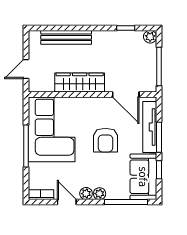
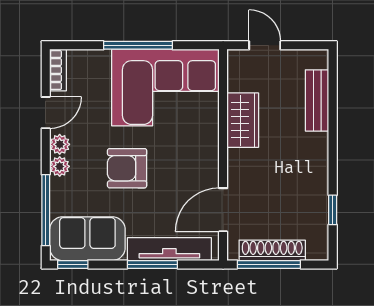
bench: (66, 37) -> (317, 100), width x0.73
plant: (150, 37) -> (318, 250), removed
shoe rack: (150, 65) -> (272, 250), added
wardrobe: (80, 82) -> (243, 120), width x0.67
armchair: (105, 140) -> (127, 168), moved
window: (159, 170) -> (73, 264), moved

